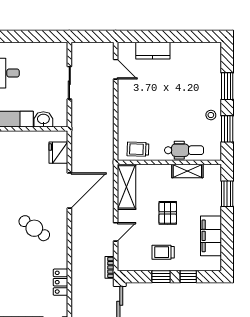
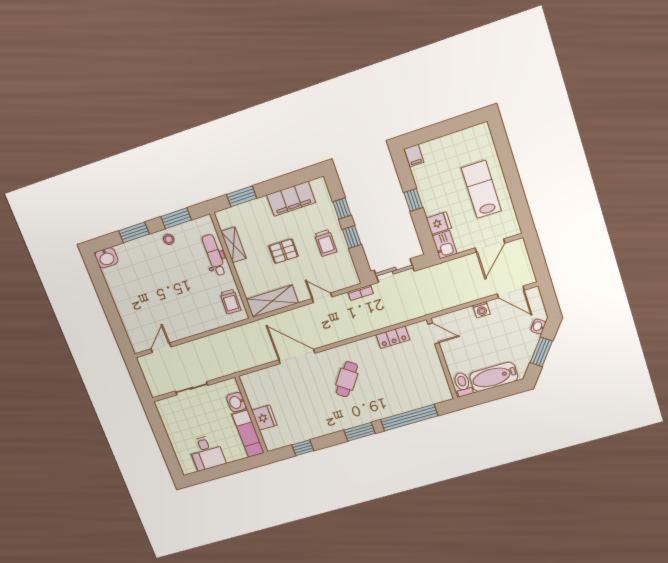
kitchen counter: (153, 51) -> (129, 317), removed
washbasin: (213, 52) -> (106, 258), added
fridge: (58, 153) -> (264, 418), moved, turned -90

